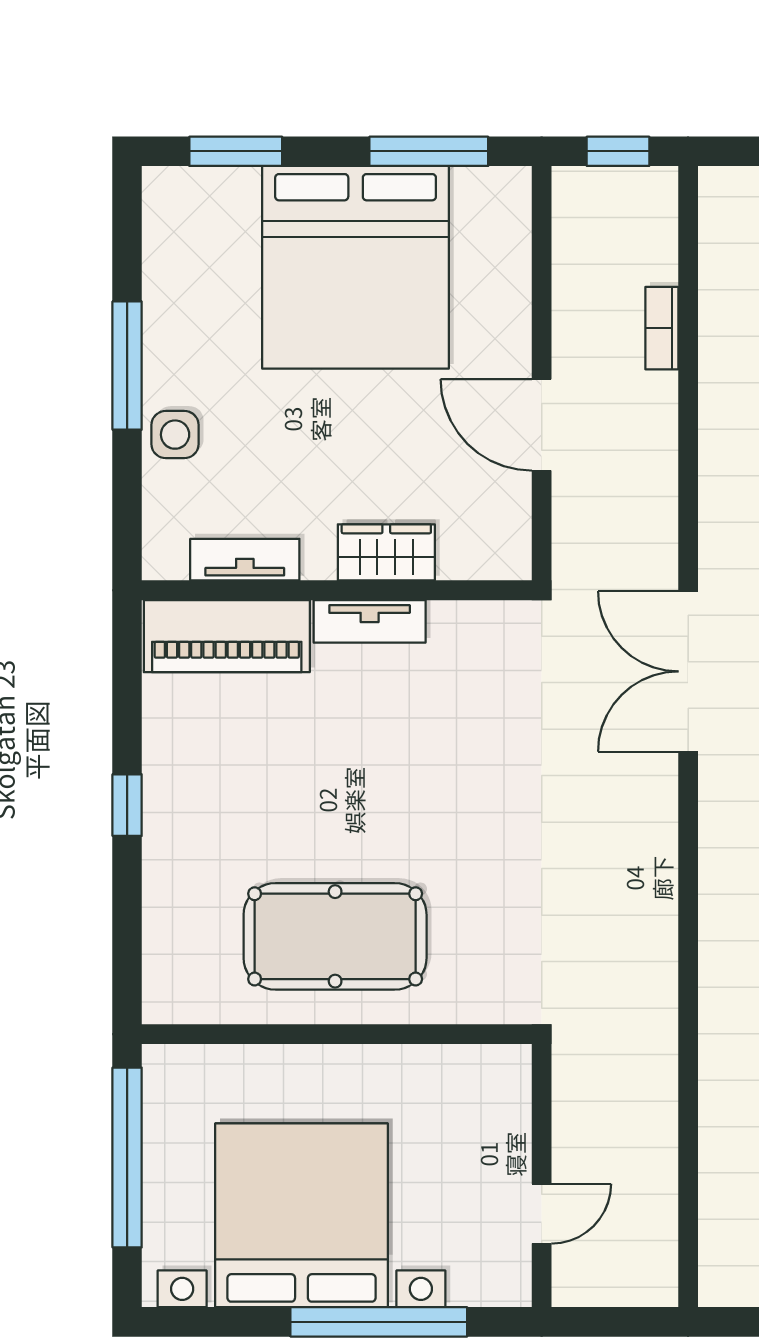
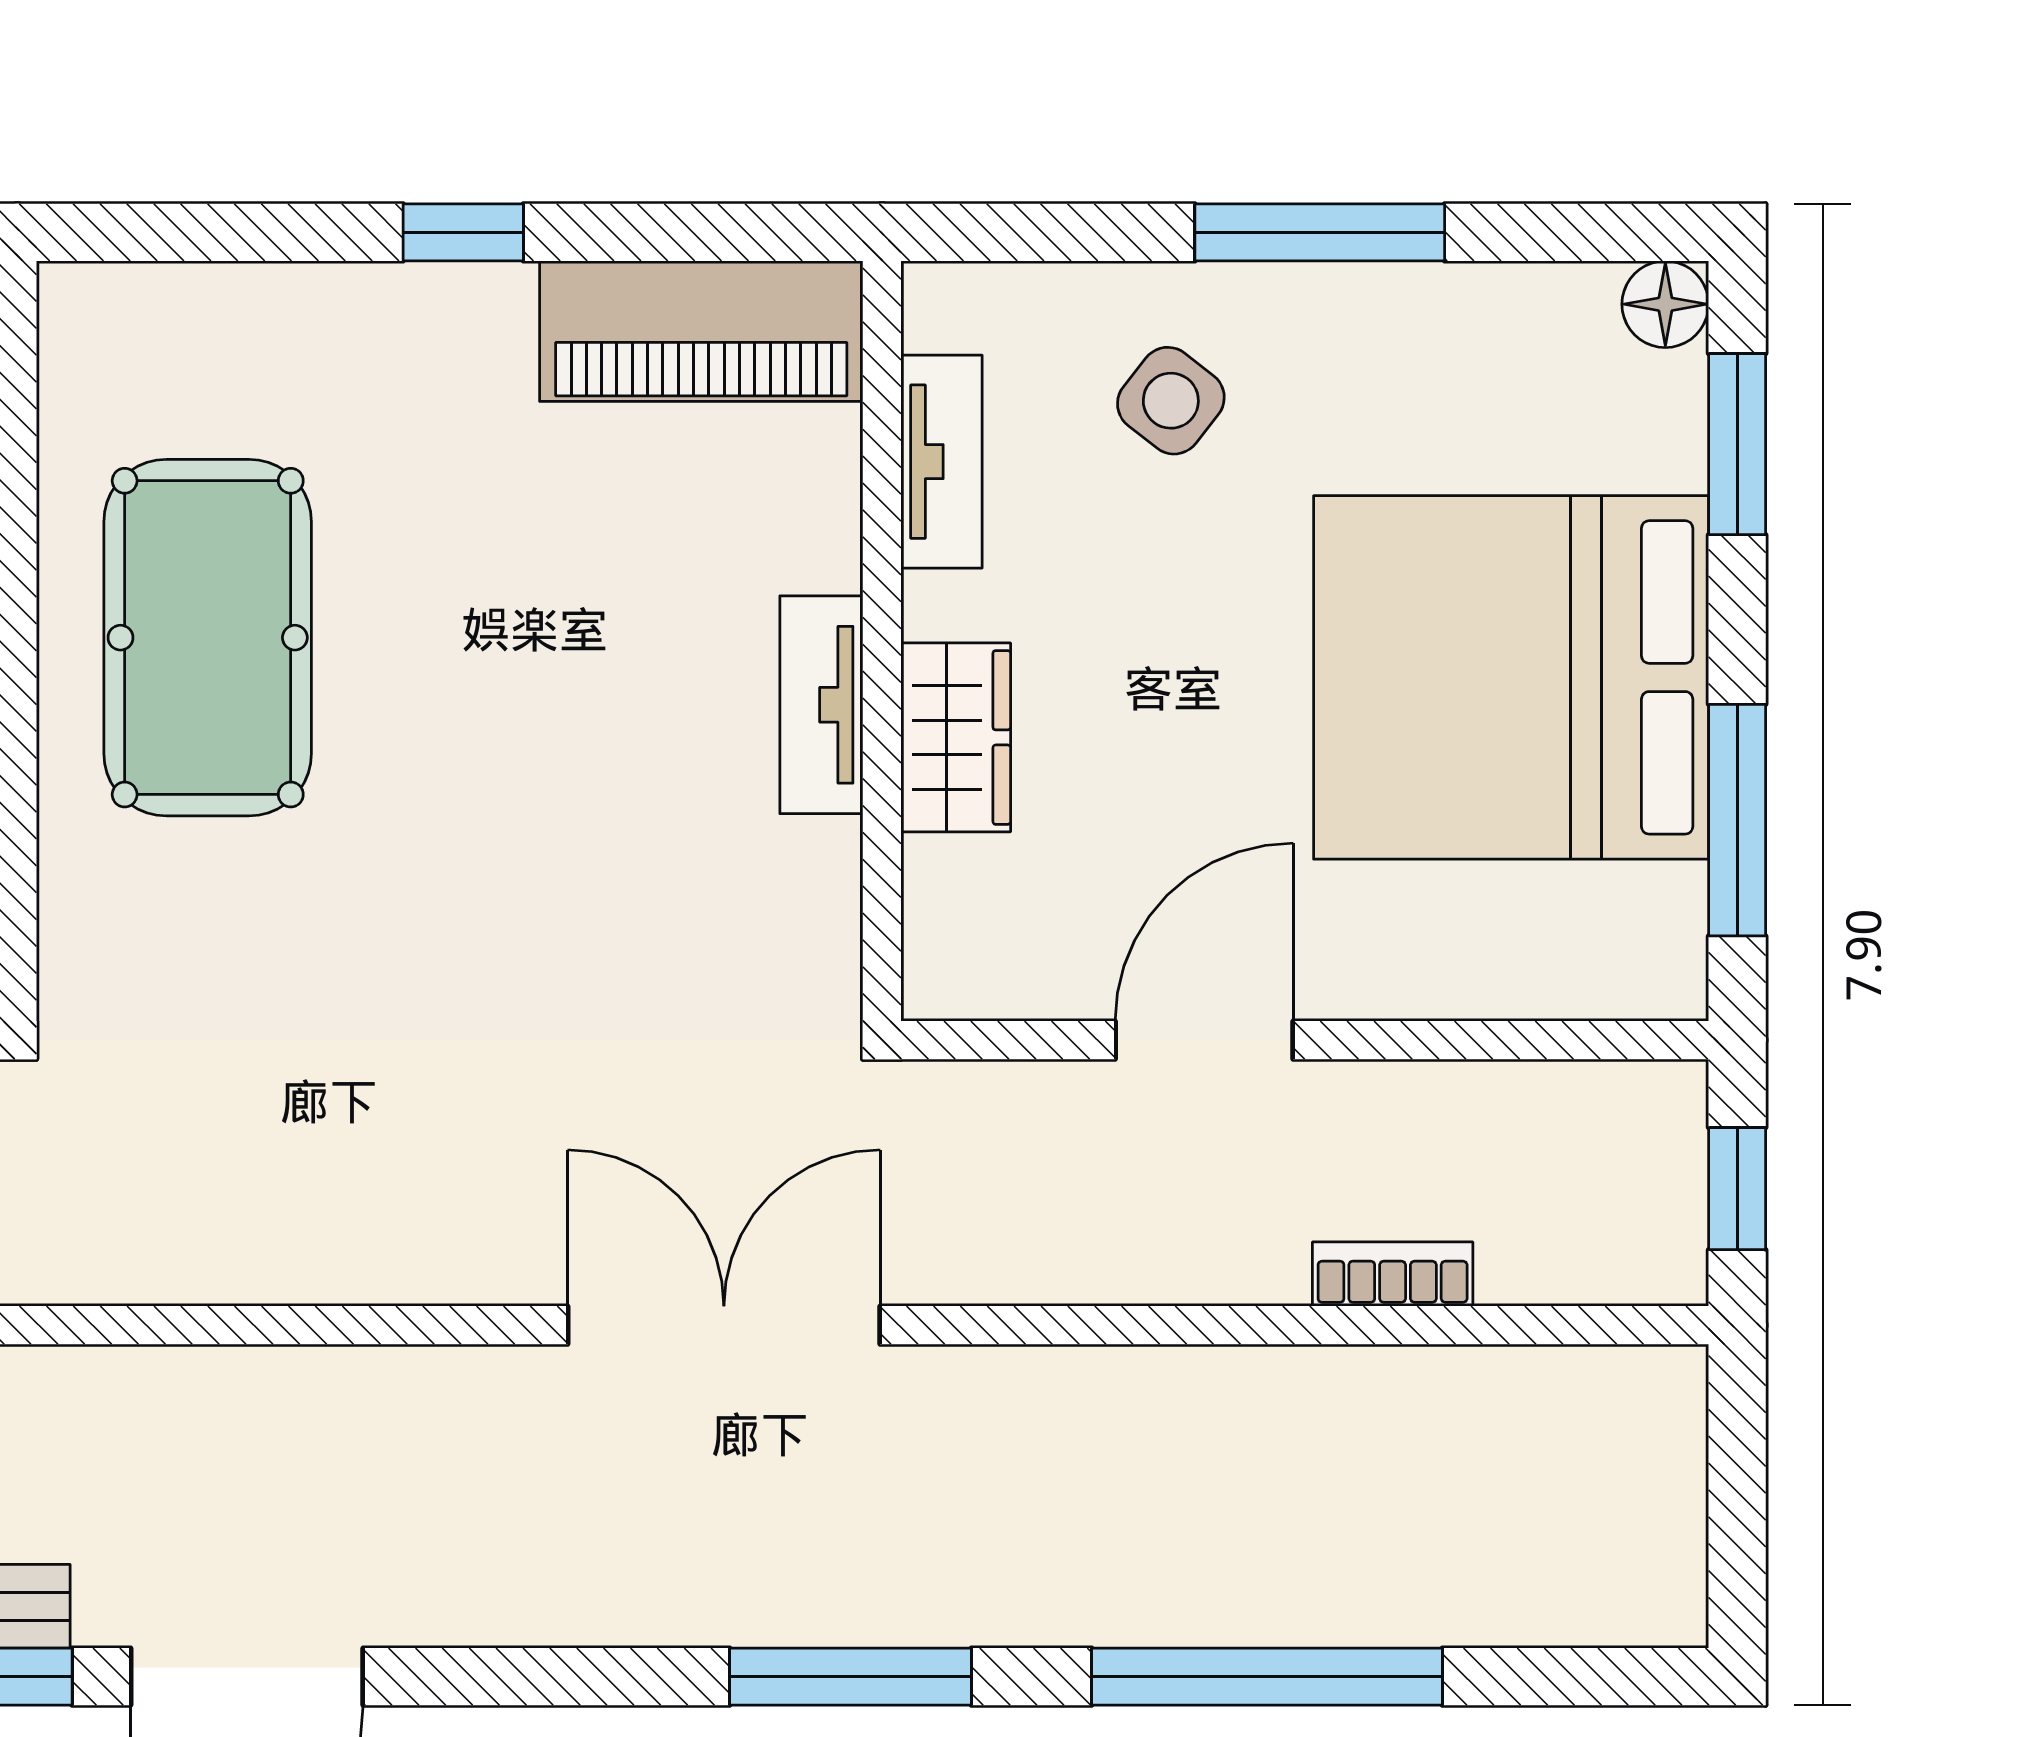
floor lamp: (164, 188) -> (1665, 304), added
side table: (175, 435) -> (1171, 401), moved, turned 38
piano: (227, 636) -> (701, 331), moved, turned -90

